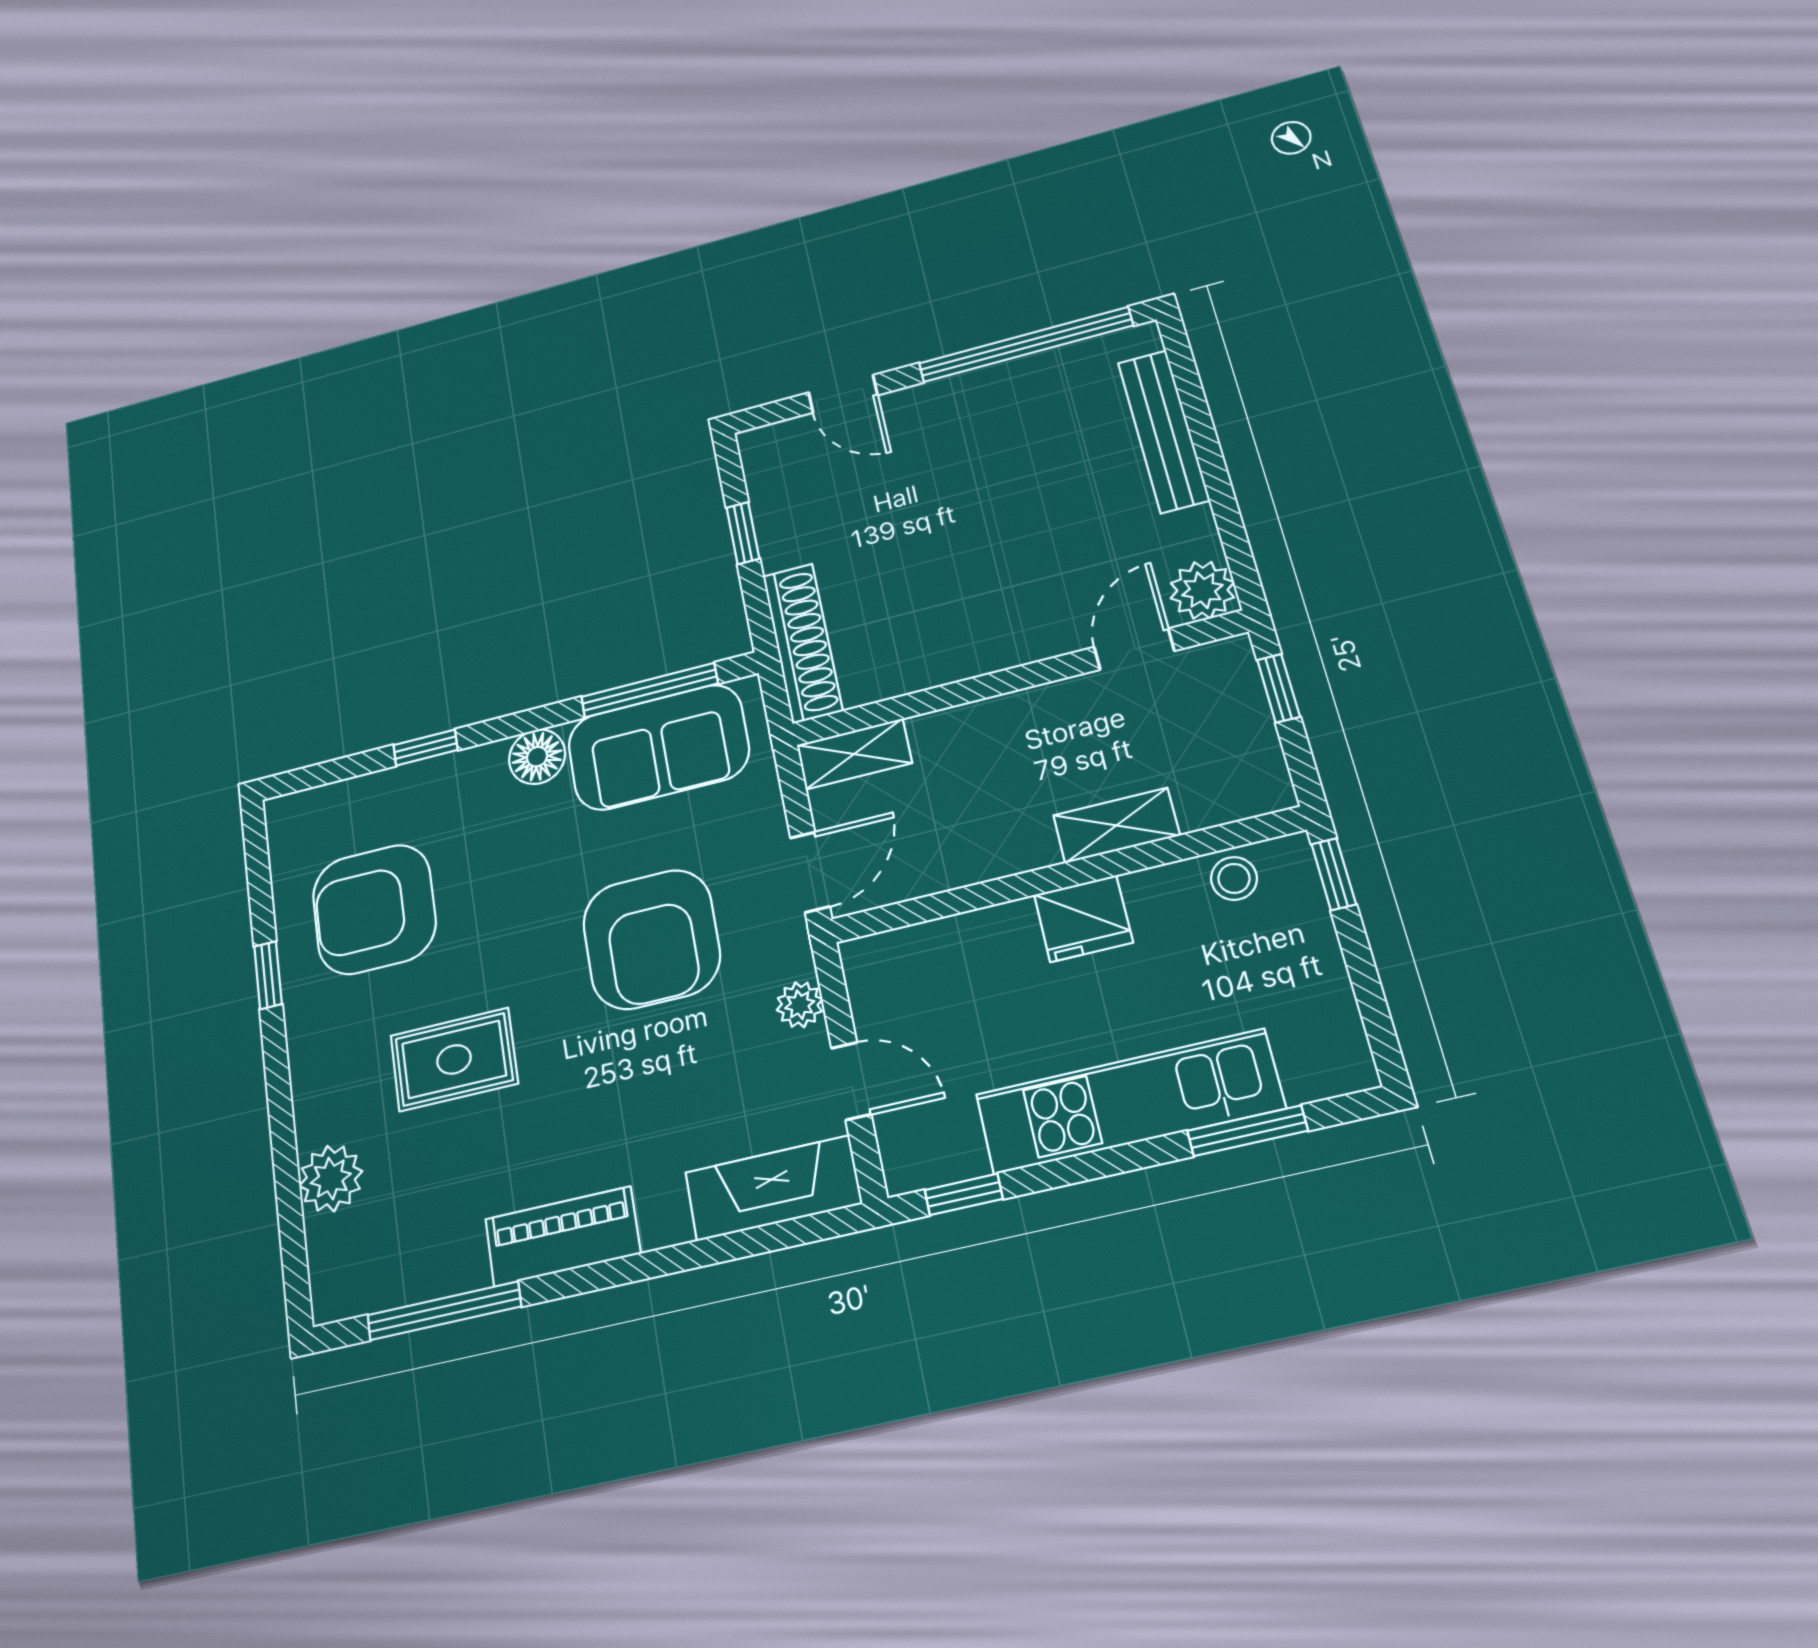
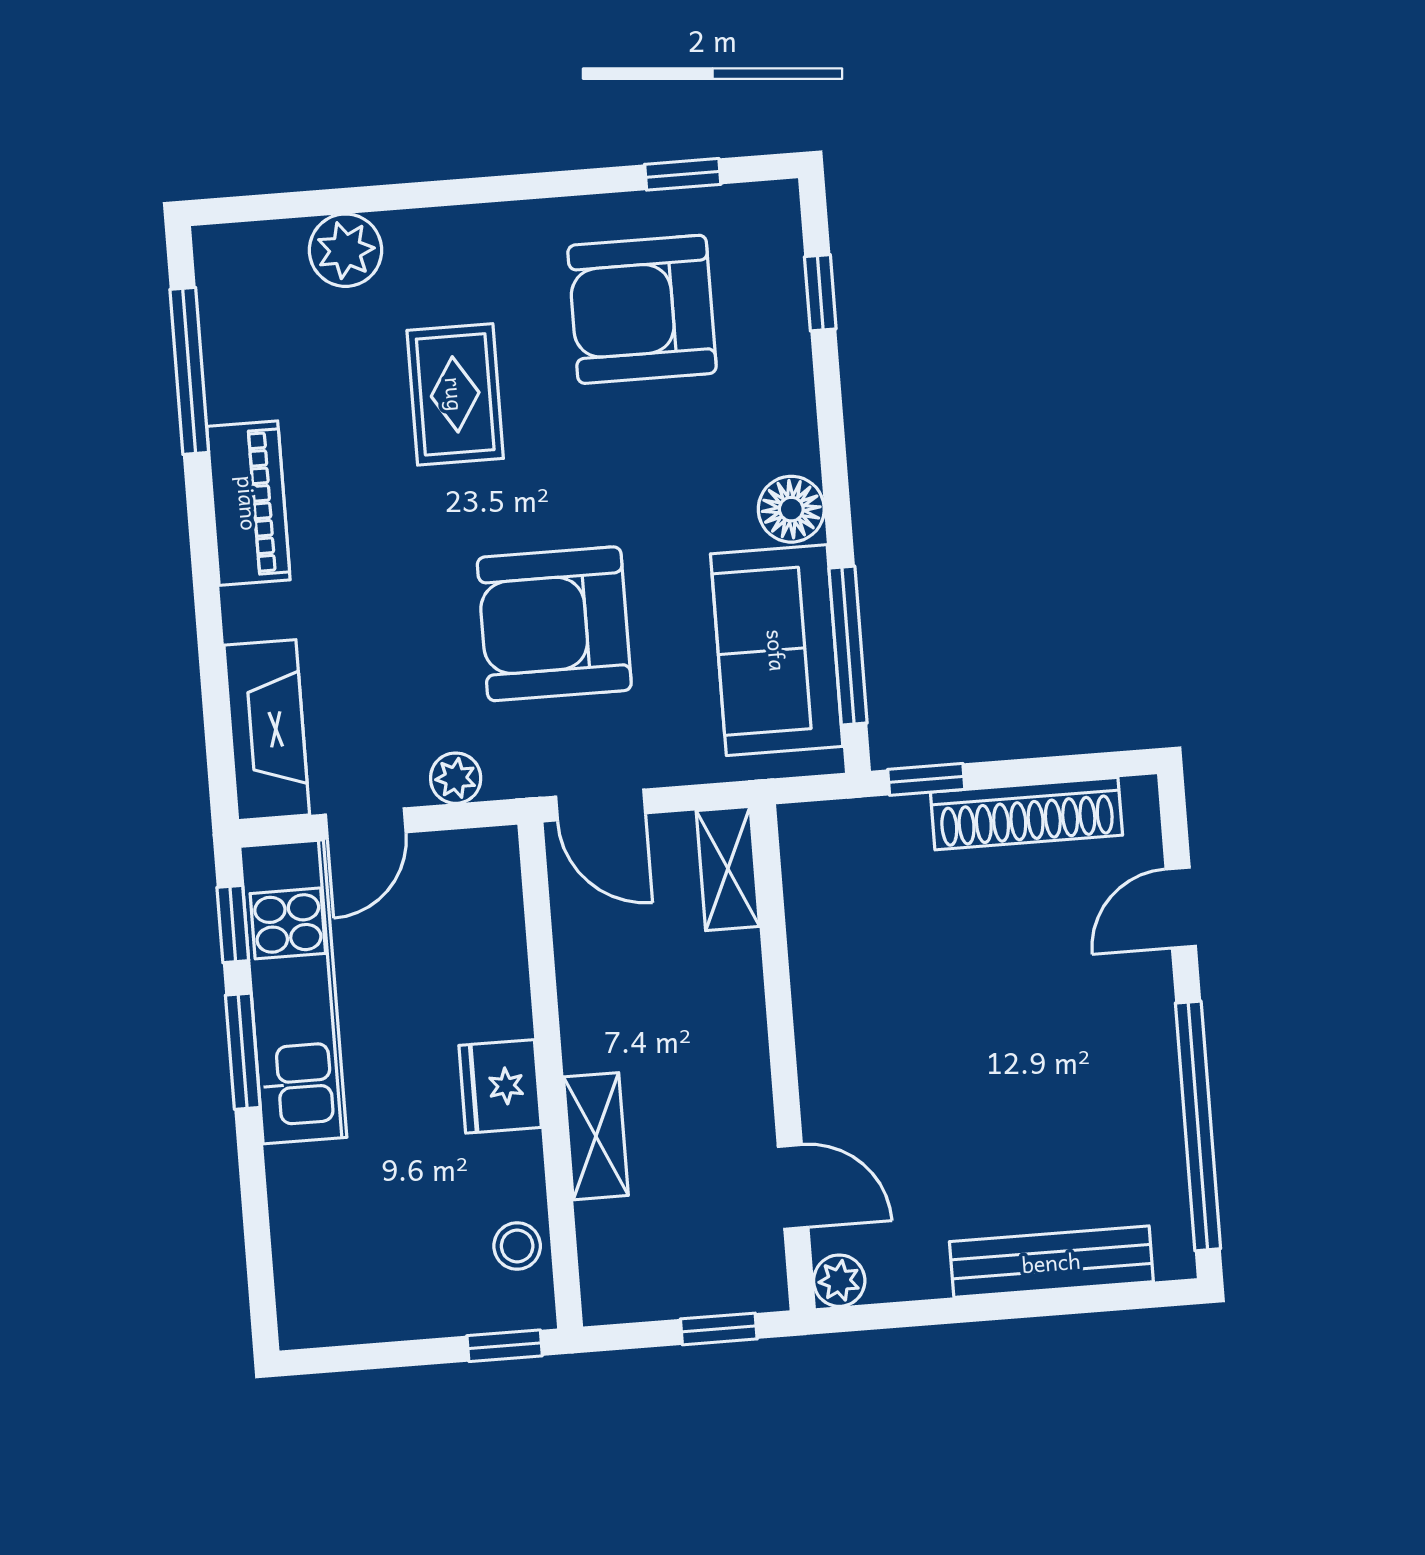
window: (743, 533) -> (926, 779), moved
plant: (1202, 590) -> (839, 1281), width x0.73, depth x0.73
shoe rack: (802, 643) -> (1026, 814), moved
window: (426, 748) -> (820, 293), moved
armchair: (374, 909) -> (642, 309), turned -90
window: (268, 975) -> (683, 174), moved
kitchen unit: (1129, 1101) -> (293, 992), moved
window: (1247, 1131) -> (243, 1051), moved

